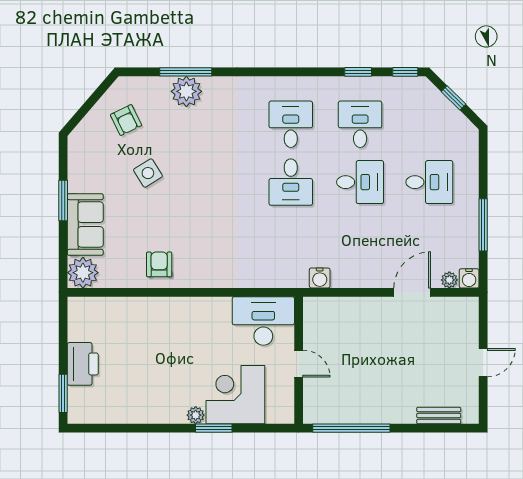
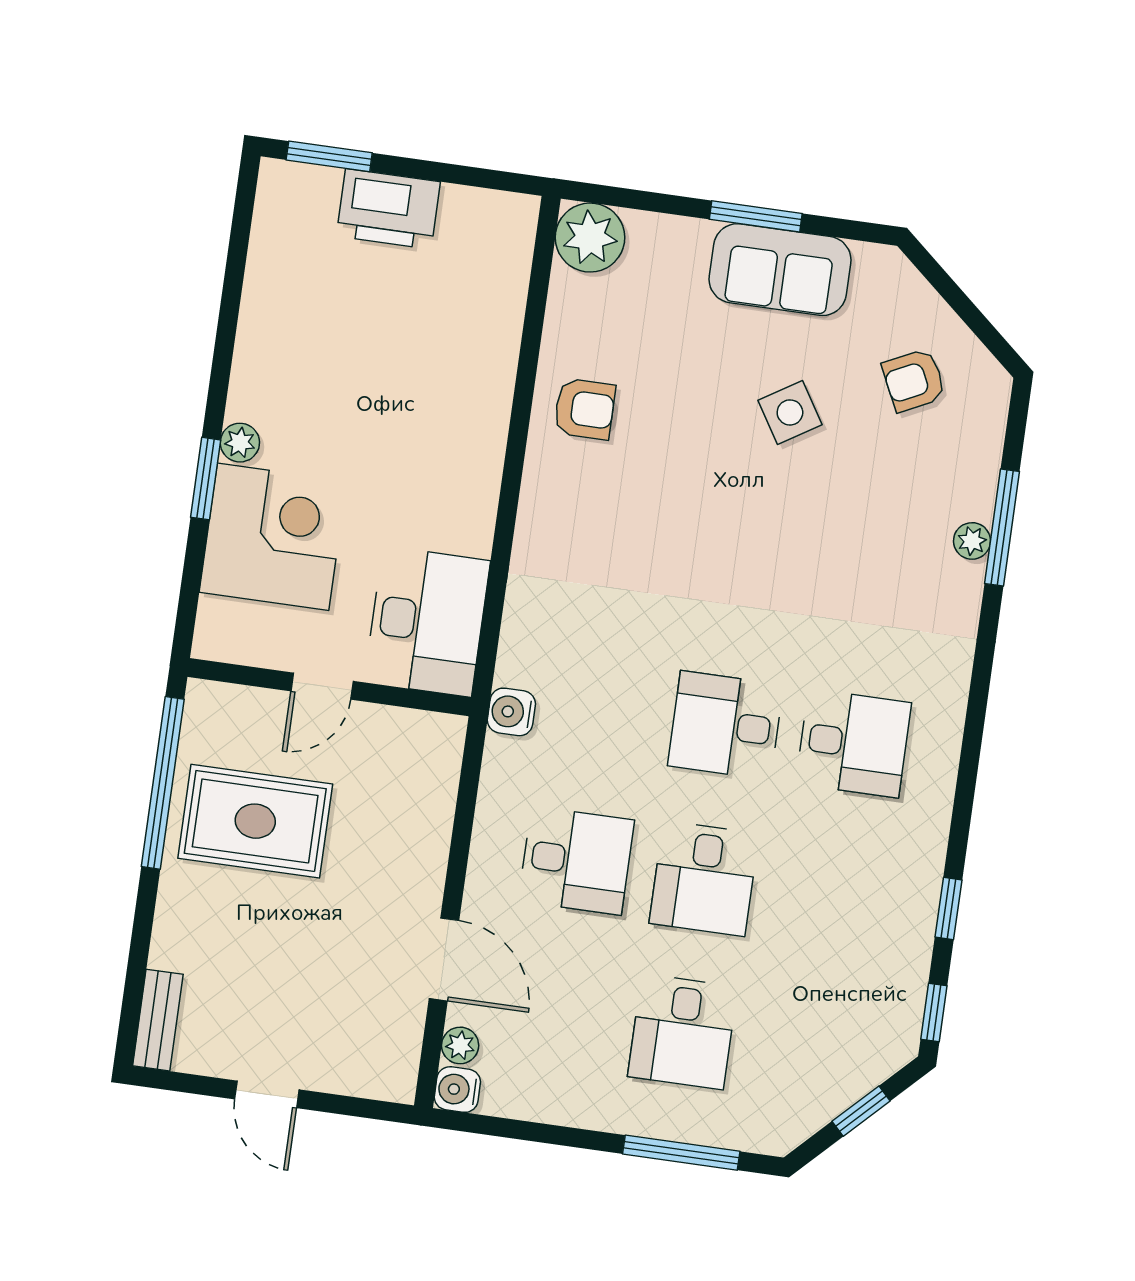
plant: (186, 91) -> (972, 541), width x0.53, depth x0.53
desk: (360, 124) -> (576, 861), moved
sofa: (85, 225) -> (780, 270), moved
window: (483, 225) -> (681, 1153), moved
water cooler: (320, 278) -> (511, 712), moved
rug: (363, 385) -> (255, 821), added
bench: (439, 416) -> (158, 1020), moved

